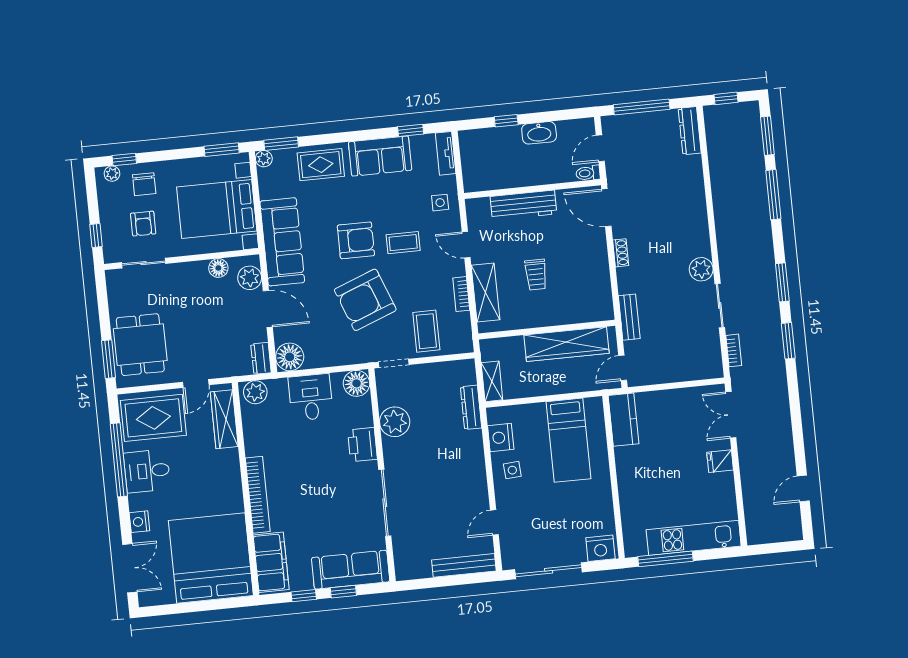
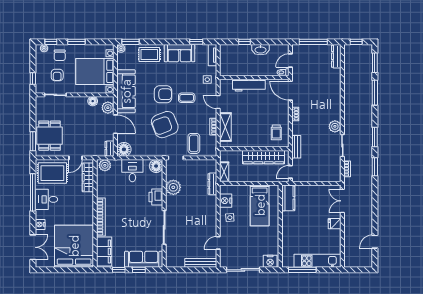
window: (222, 150) -> (76, 42), moved
trolley: (536, 275) -> (276, 132), moved

